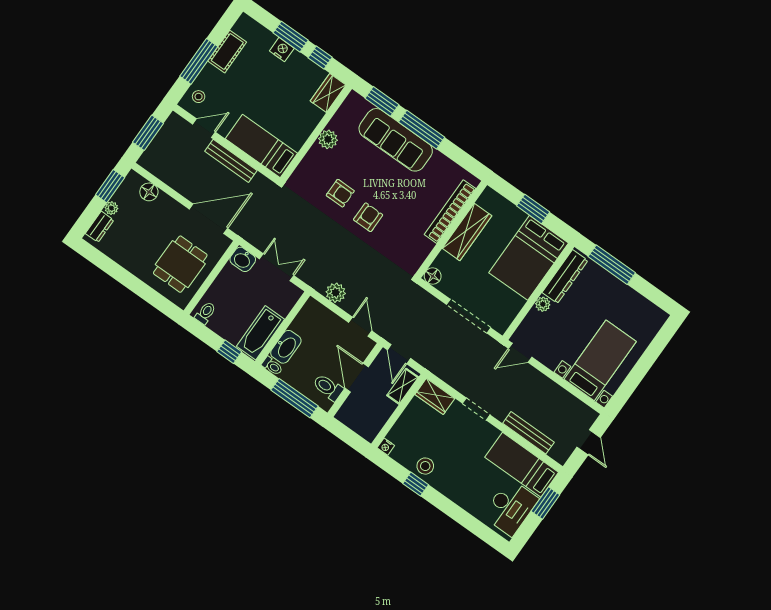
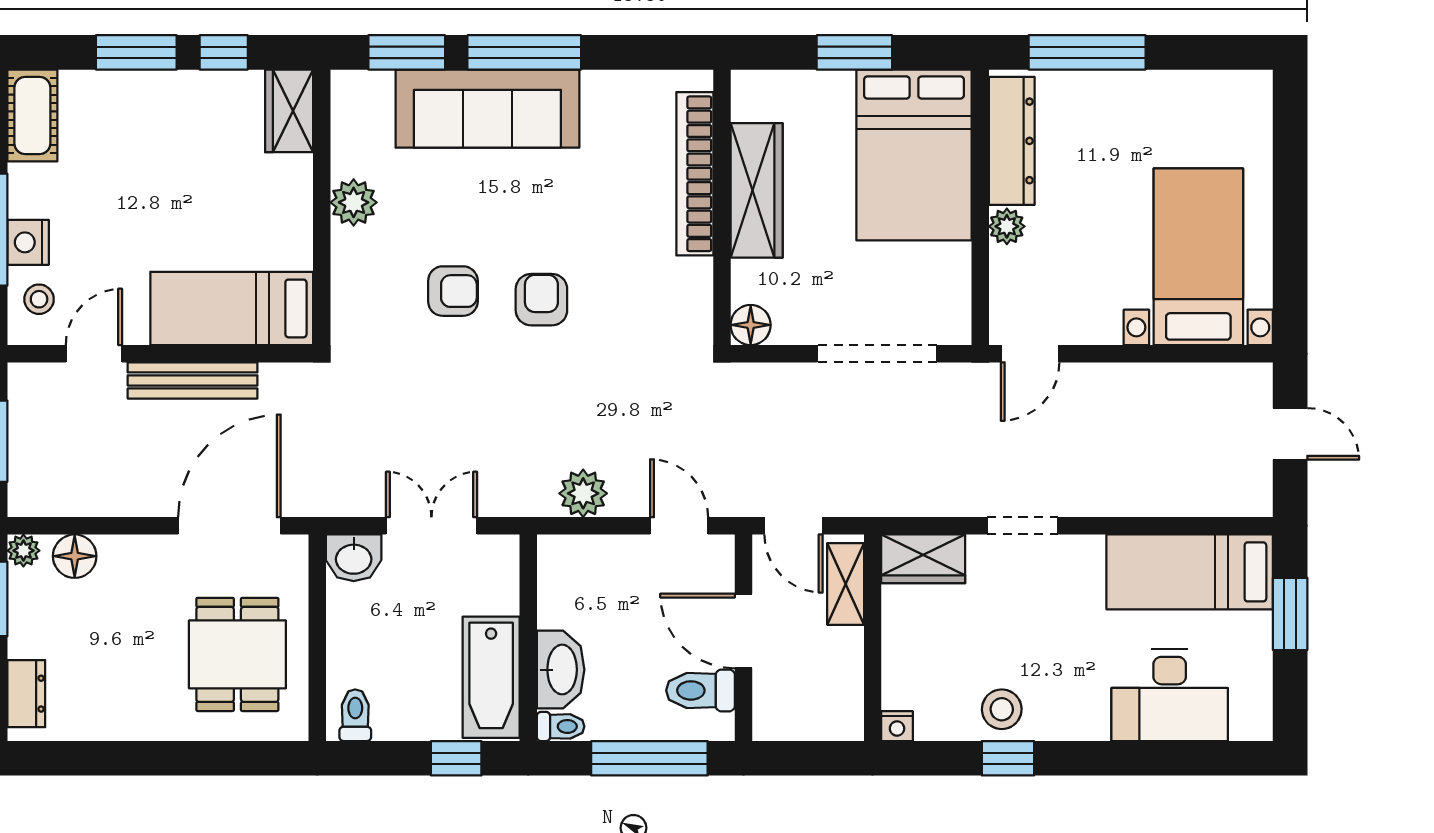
nightstand: (282, 50) -> (28, 242), moved, turned -90
cot: (227, 52) -> (32, 115), moved
plant: (111, 208) -> (23, 551), moved
bench: (528, 433) -> (1158, 499), removed
desk: (510, 507) -> (1170, 695), moved, turned 90

